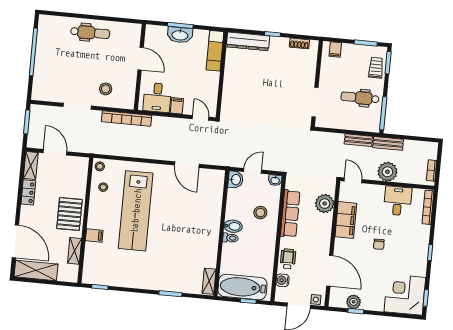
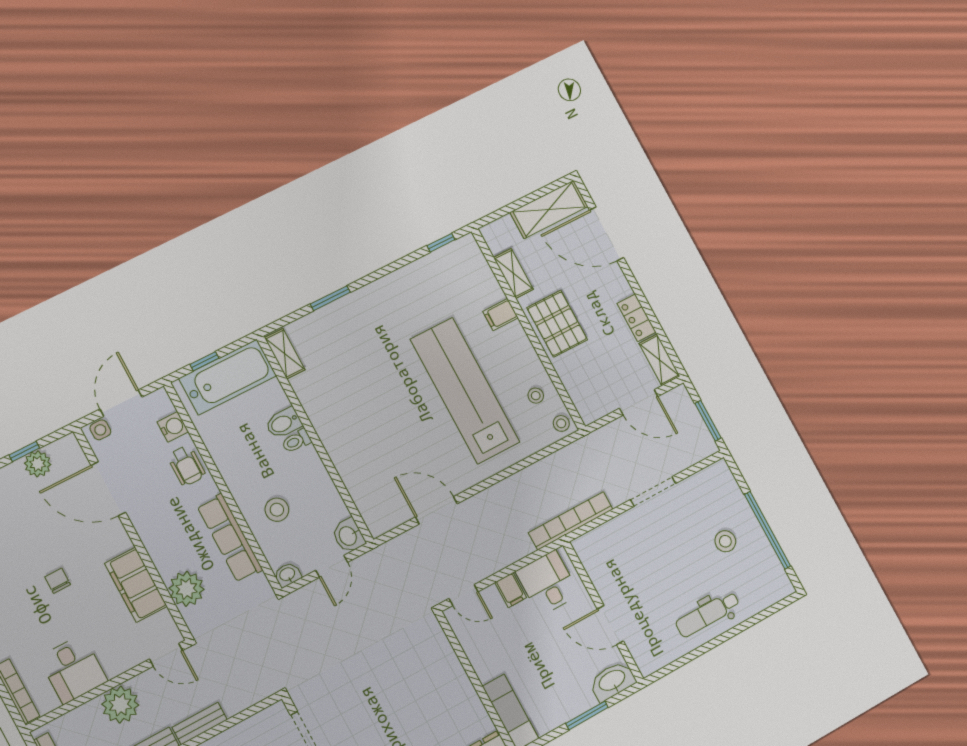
washbasin: (180, 35) -> (612, 681), moved
stool: (106, 89) -> (725, 541), moved
bidet: (233, 226) -> (284, 423), moved

